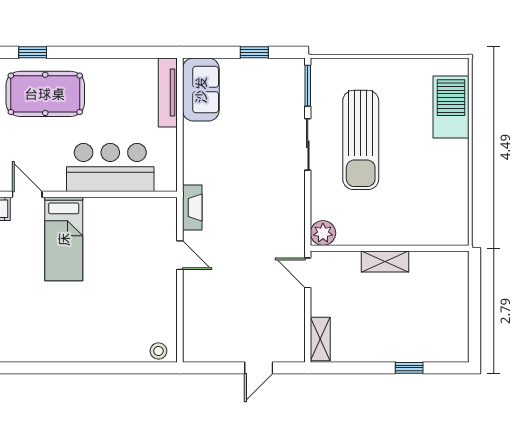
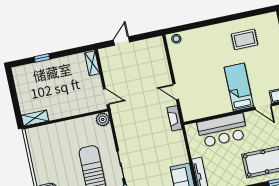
shelving: (385, 262) -> (35, 118), moved
rug: (35, 324) -> (244, 39), added

